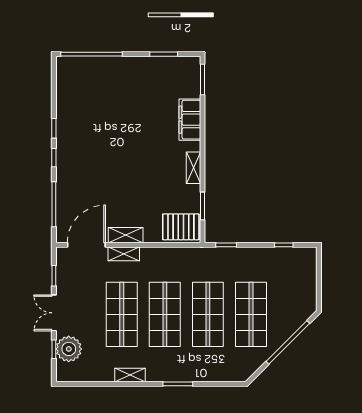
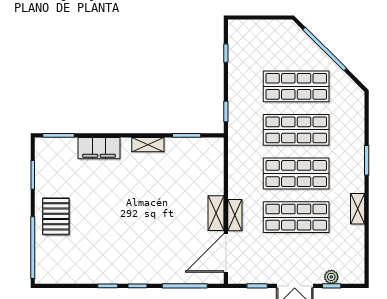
pallet: (181, 227) -> (56, 216), moved
door: (86, 245) -> (226, 253), hinge flipped
plant: (69, 349) -> (331, 277), width x0.53, depth x0.53

